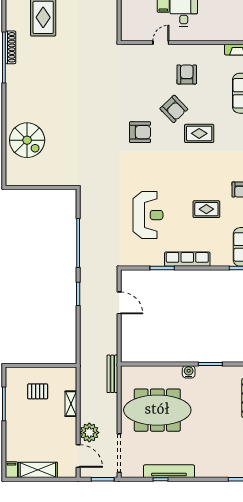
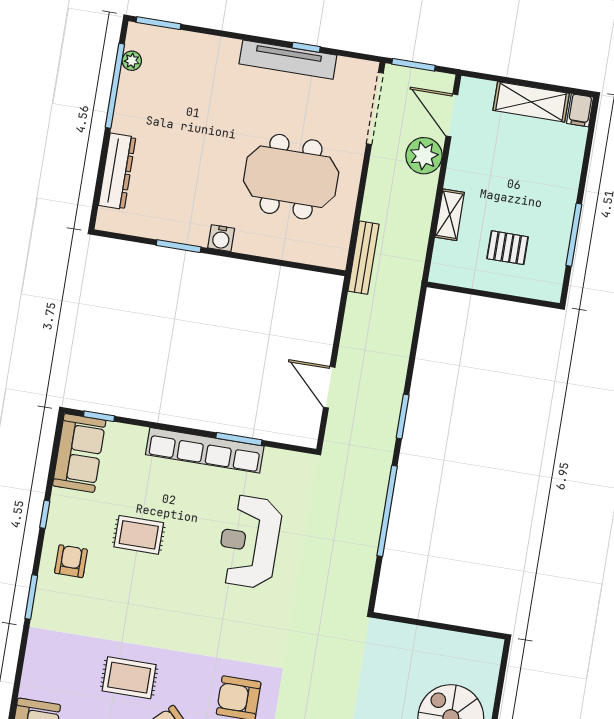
row of seats: (187, 259) -> (205, 450), width x1.36
meeting table: (157, 410) -> (291, 177), width x0.73

